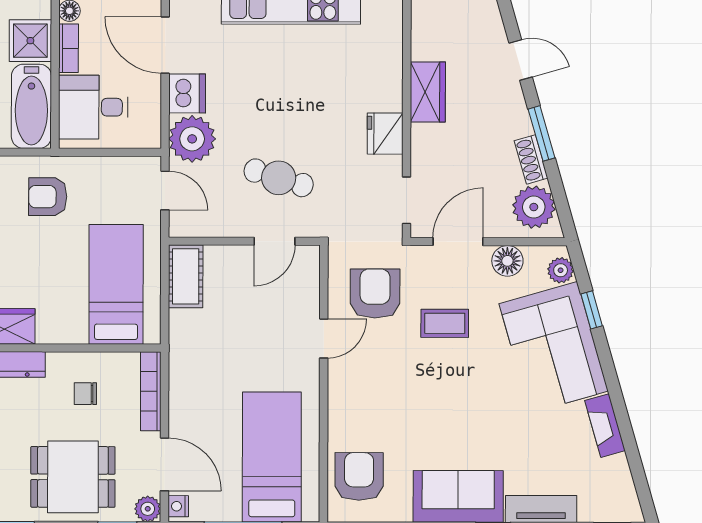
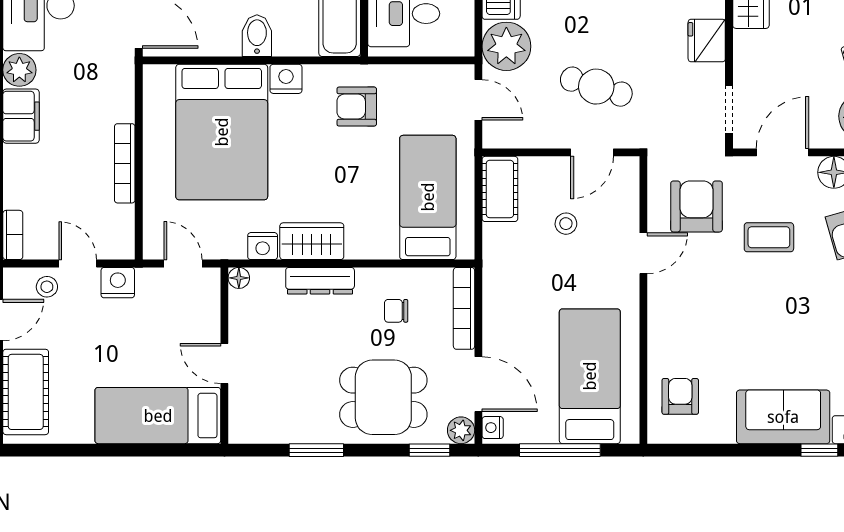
stool: (249, 310) -> (566, 224), added
armchair: (359, 476) -> (680, 396), width x0.72, depth x0.72

